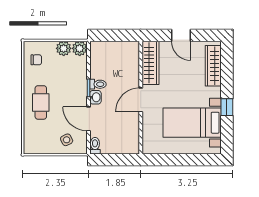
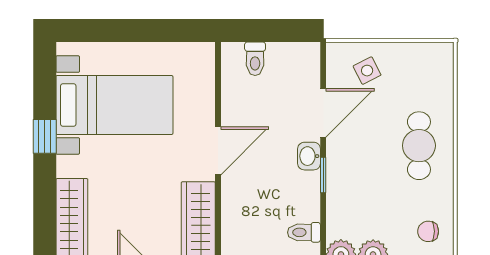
toilet: (98, 84) -> (304, 232), moved
door: (88, 119) -> (323, 113), hinge flipped
toilet: (95, 146) -> (255, 59), moved

